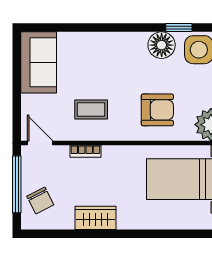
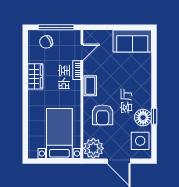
window: (179, 27) -> (154, 116), moved
coffee table: (91, 110) -> (90, 86), moved
door: (40, 143) -> (82, 52), moved

